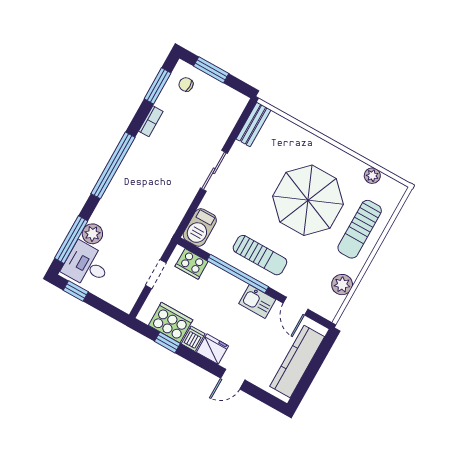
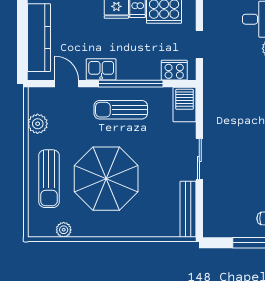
bench: (254, 124) -> (188, 209), width x1.36
sun lounger: (360, 229) -> (49, 179), turned 180

